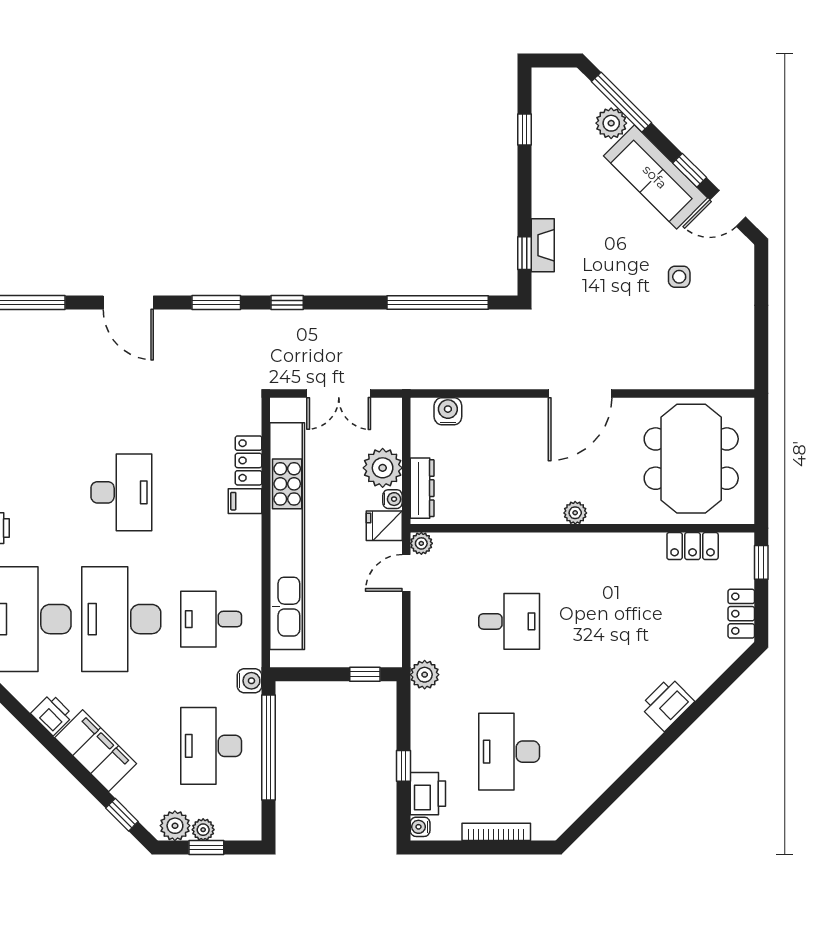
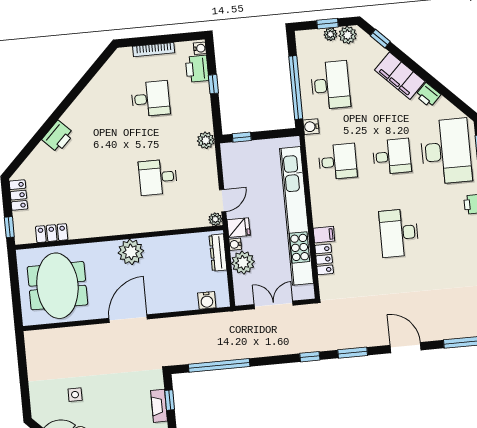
plant: (575, 513) -> (131, 252), width x1.87, depth x1.87
desk: (121, 619) -> (392, 156), width x0.53, depth x0.77
desk: (509, 752) -> (151, 99), width x0.73

